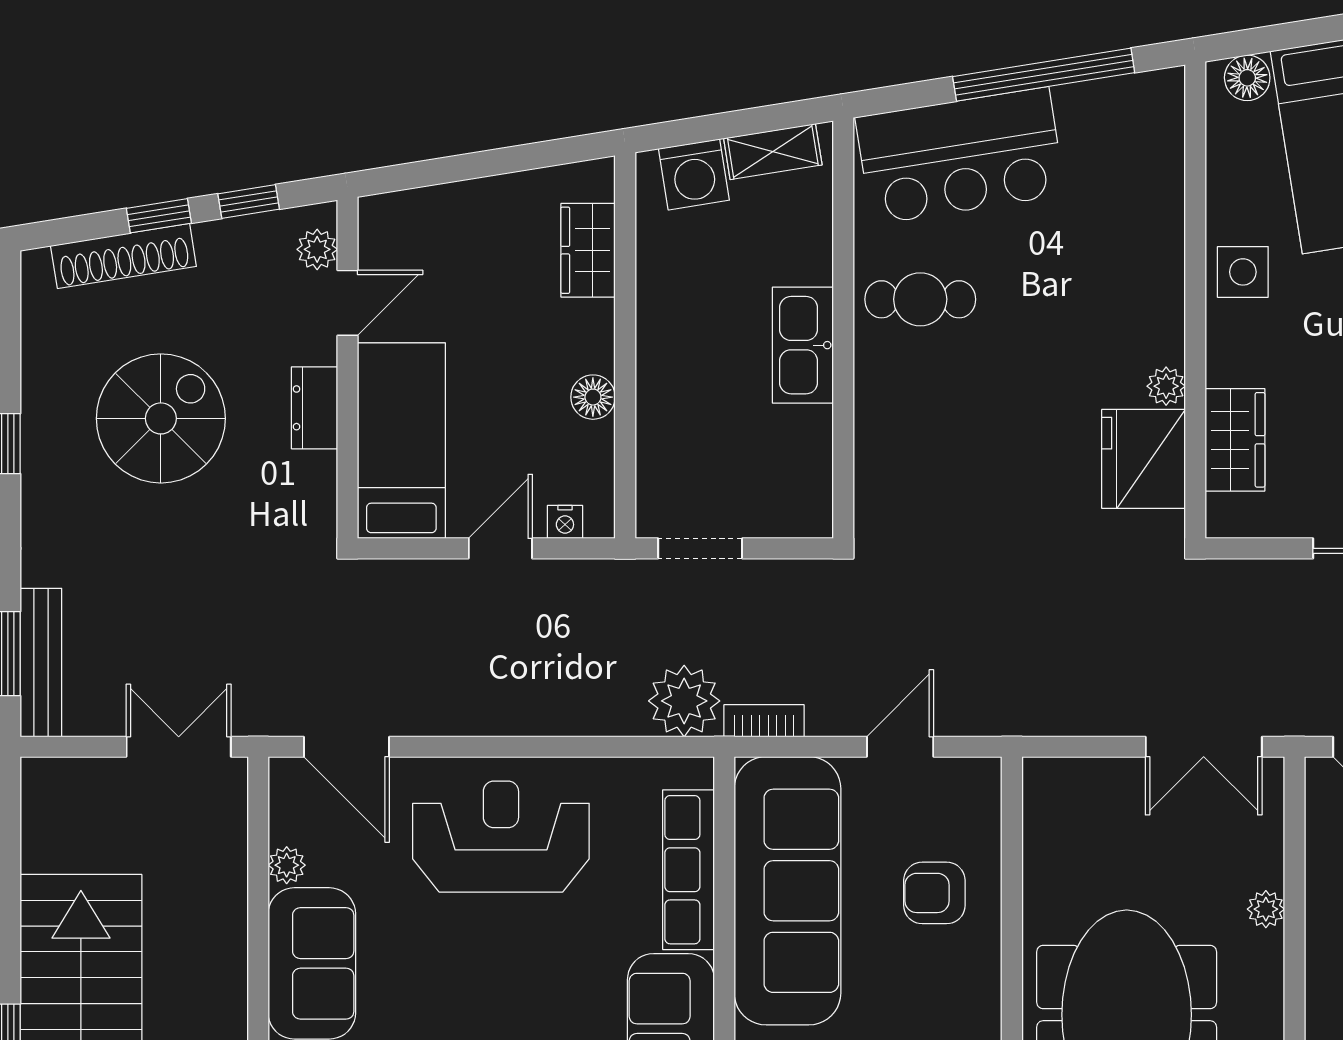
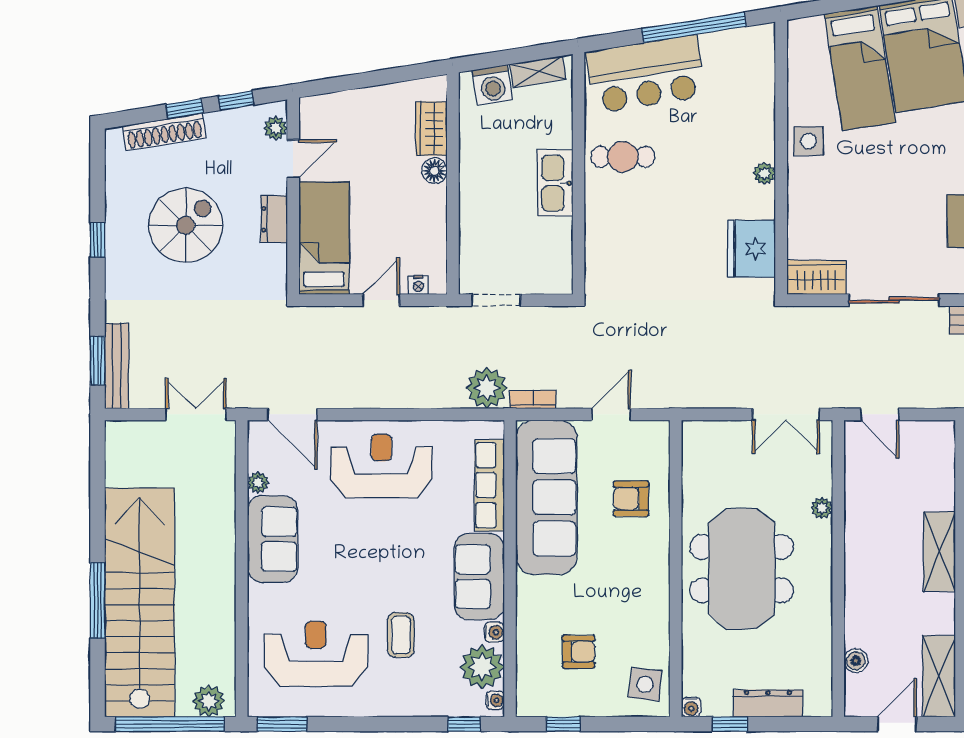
floor lamp: (1247, 78) -> (811, 29), removed
plant: (1166, 386) -> (764, 173), moved
floor lamp: (593, 397) -> (434, 171), moved
wardrobe: (1235, 440) -> (816, 277), moved, turned -90

